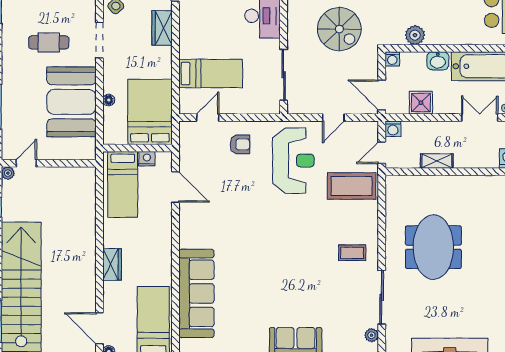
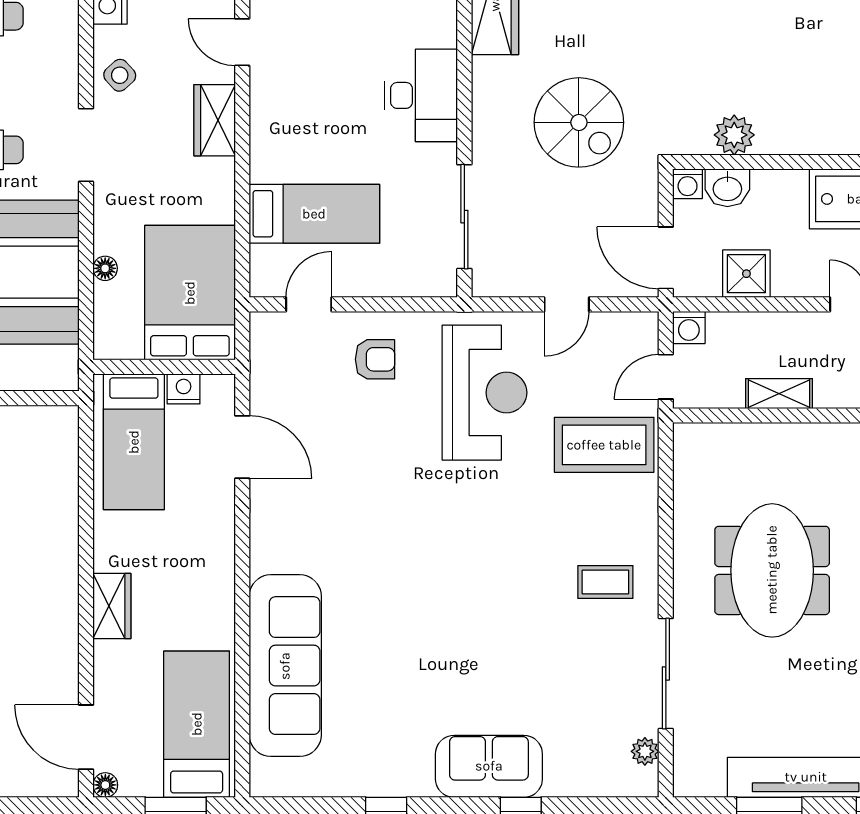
washbasin: (438, 61) -> (727, 188), moved

